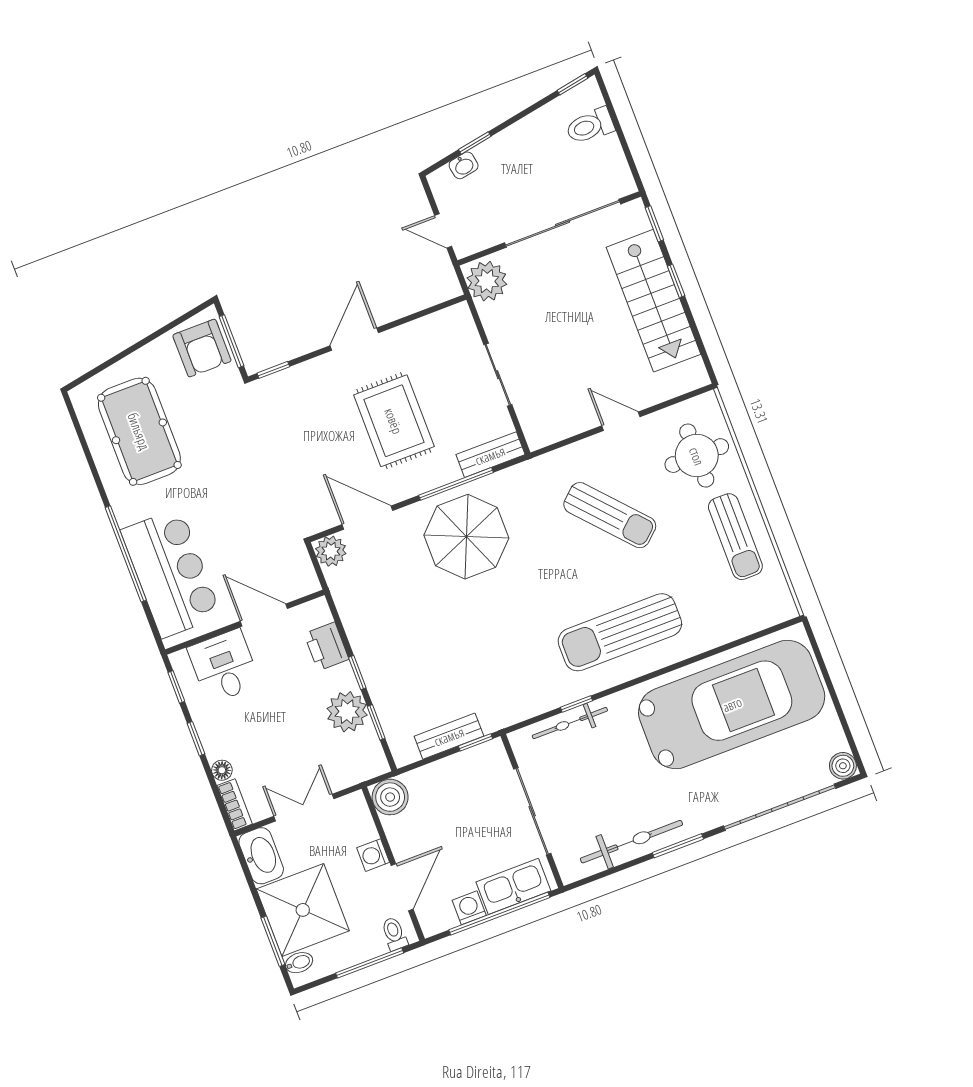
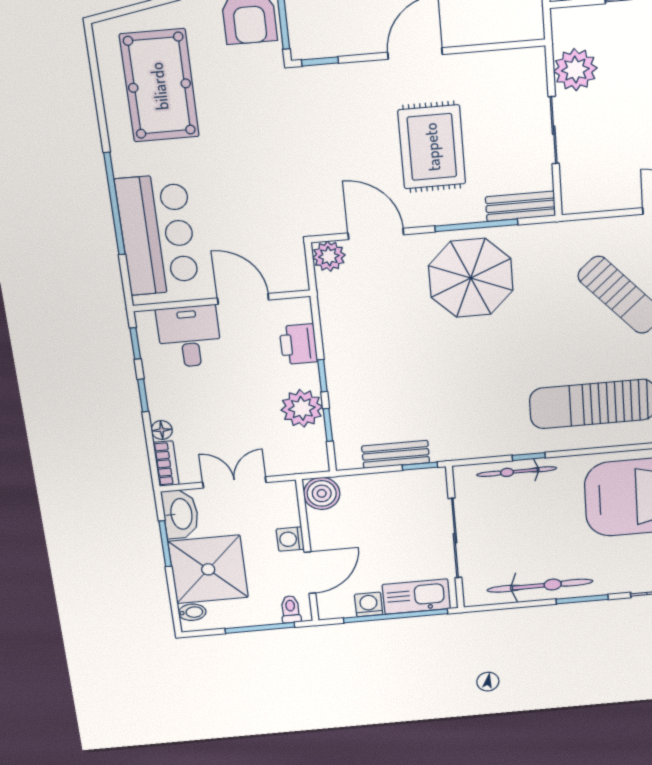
plant: (487, 281) -> (575, 70), moved
window: (273, 941) -> (165, 544), moved

